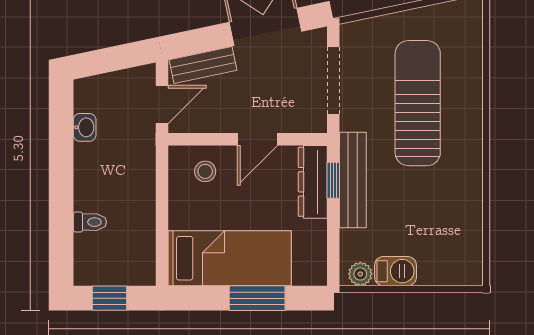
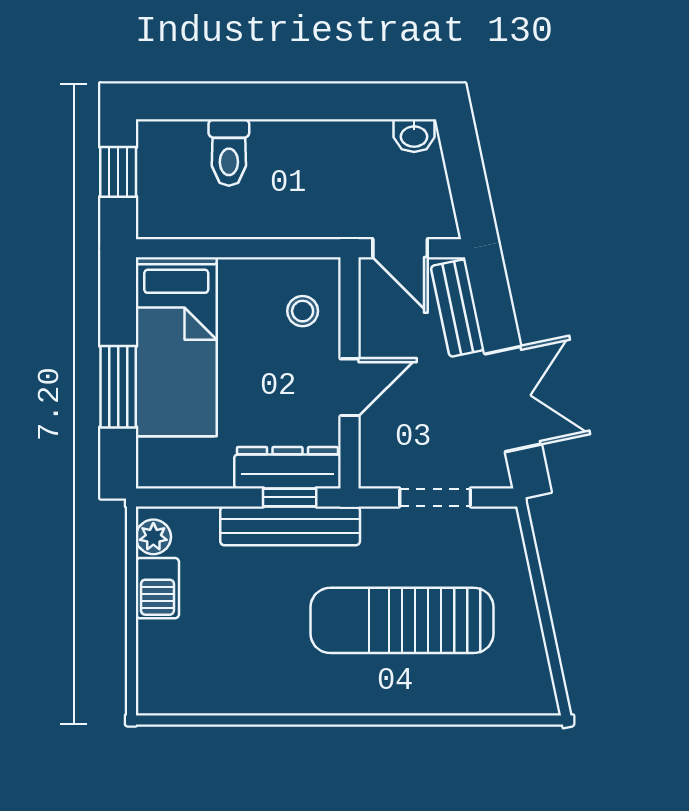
doorway: (333, 80) -> (435, 497), width x0.73
sun lounger: (418, 103) -> (402, 620), turned 180
washbasin: (85, 127) -> (414, 136), moved
door: (258, 139) -> (350, 387), swing flipped
toilet: (90, 222) -> (229, 153), width x1.37, depth x1.39

